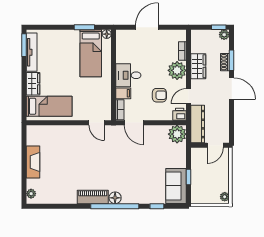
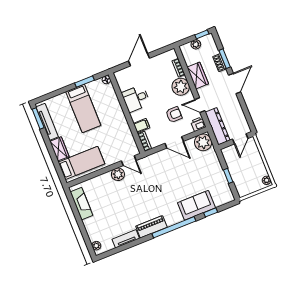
plant: (224, 35) -> (196, 44), moved
bed: (91, 53) -> (83, 108), moved
desk: (128, 75) -> (136, 99), moved
door: (232, 89) -> (235, 83), hinge flipped
door: (189, 96) -> (200, 105), hinge flipped
door: (134, 123) -> (174, 142), moved
plant: (81, 132) -> (118, 174), added
fireplace: (33, 162) -> (81, 204), moved
sofa: (176, 186) -> (196, 205), moved, turned 90
floor lamp: (115, 198) -> (171, 220), removed
tv unit: (63, 199) -> (126, 239), added

